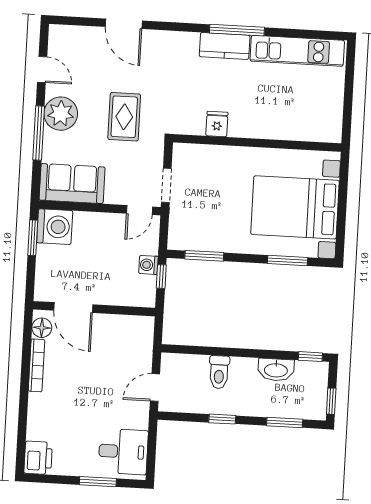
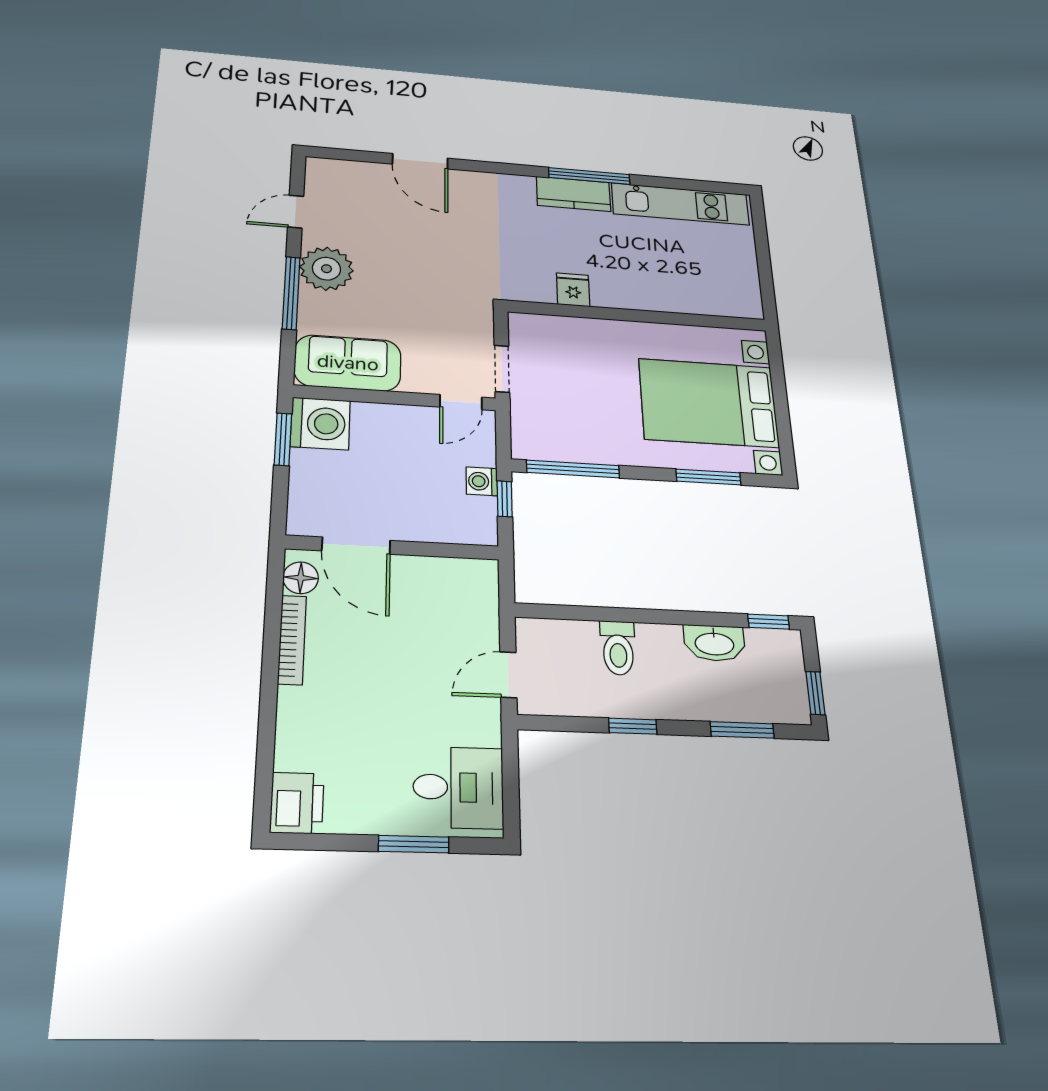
door: (42, 70) -> (296, 212), swing flipped
rug: (124, 117) -> (428, 276), removed
window: (204, 256) -> (573, 469), width x1.44

